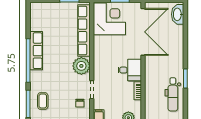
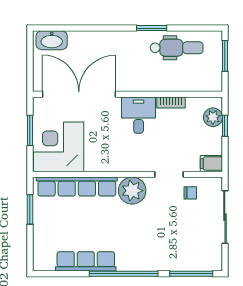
row of seats: (36, 51) -> (86, 261), moved
coffee table: (43, 101) -> (187, 251), removed

